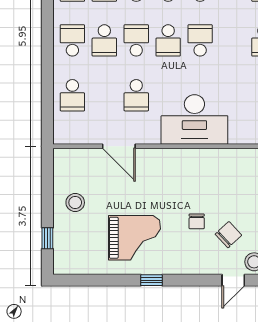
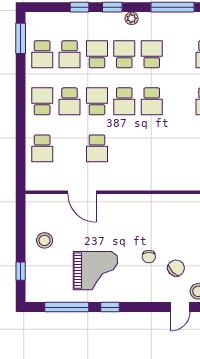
school desk: (200, 40) -> (152, 101), turned 180
desk: (194, 120) -> (147, 169), removed
window: (101, 280) -> (67, 307), added

